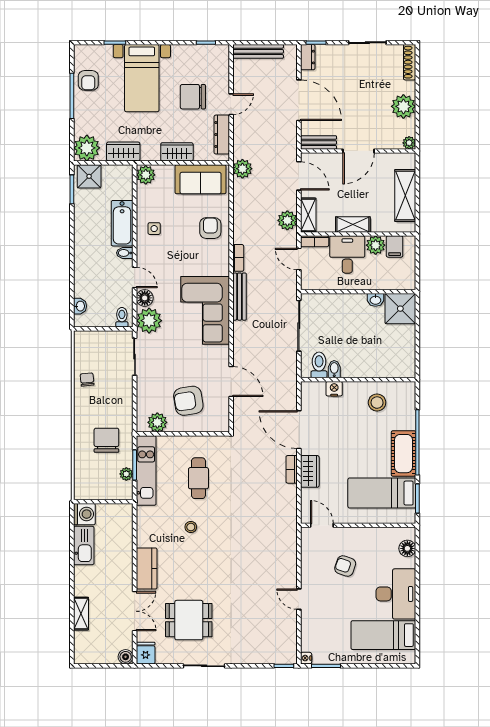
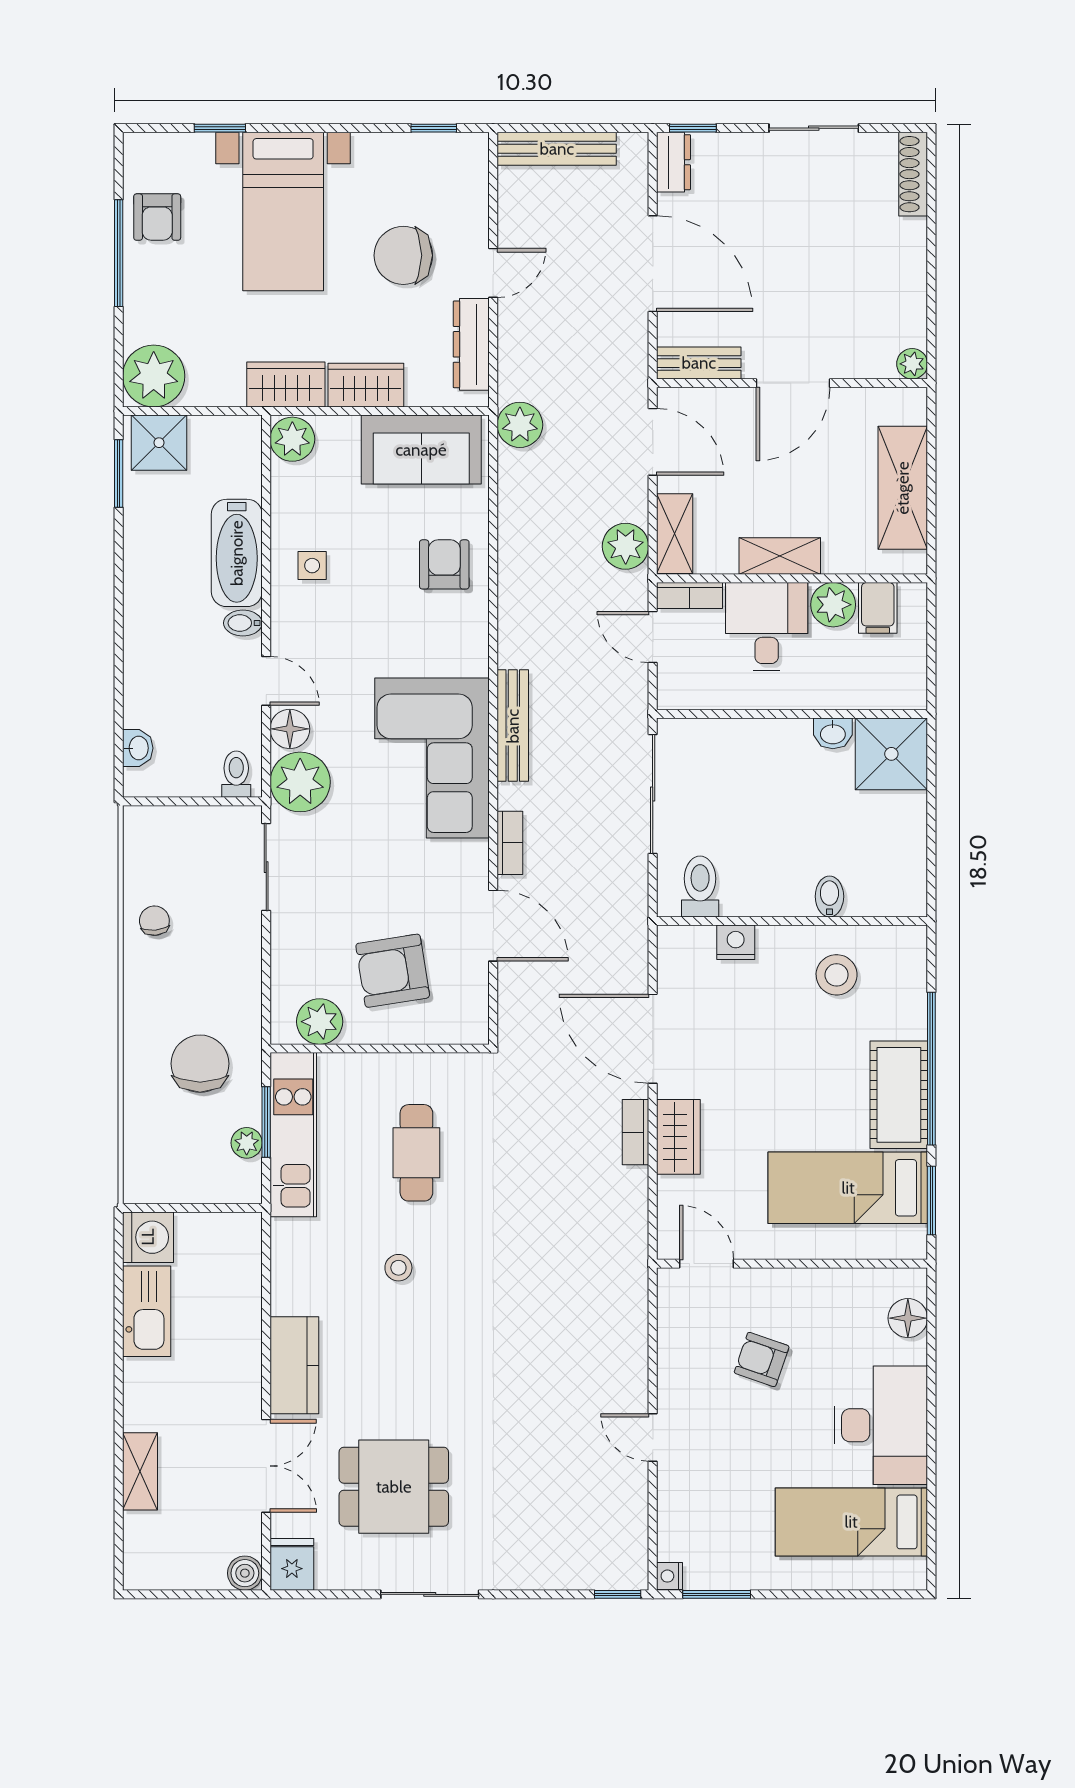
plant: (403, 106) -> (899, 278), removed
wardrobe: (123, 152) -> (286, 384), moved
bookcase: (238, 258) -> (510, 843), moved
bidet: (334, 369) -> (829, 896), moved

